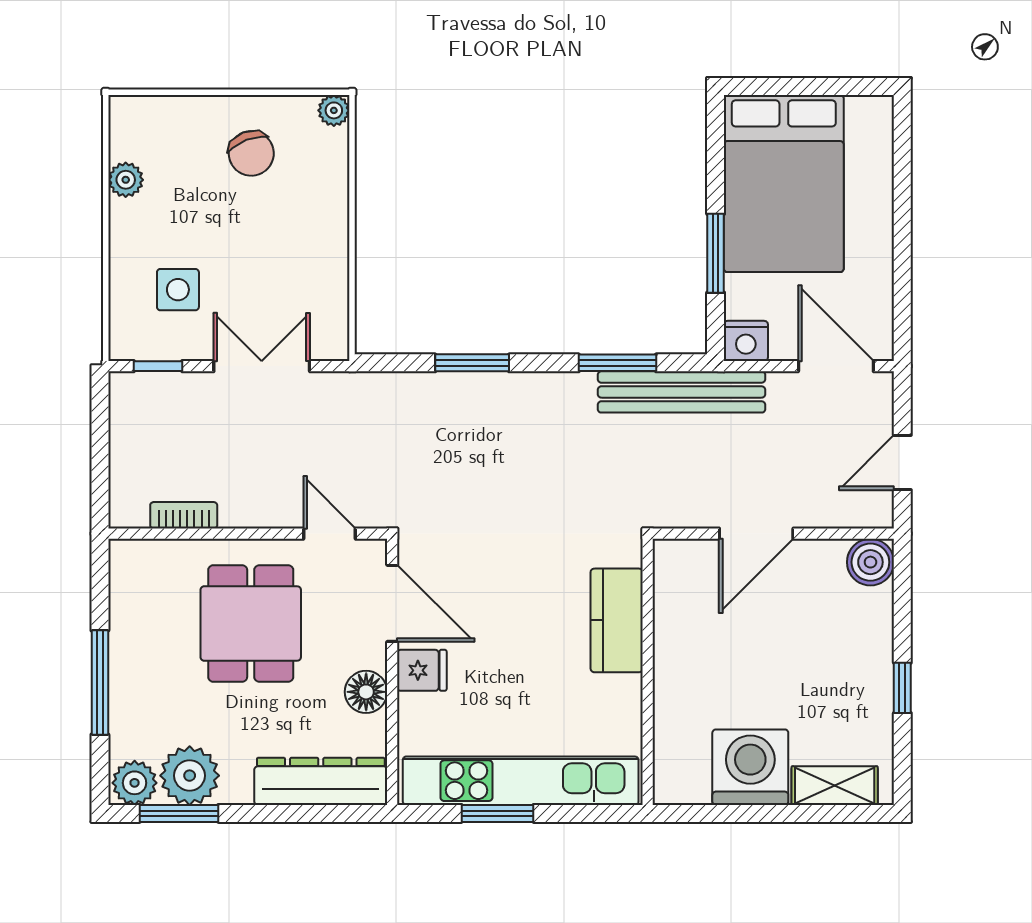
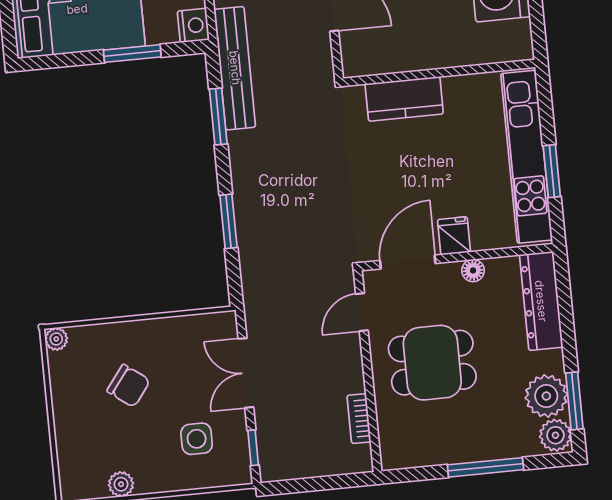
chair: (251, 153) -> (129, 386), moved, turned 58
floor lamp: (366, 692) -> (473, 270), width x0.73, depth x0.73

